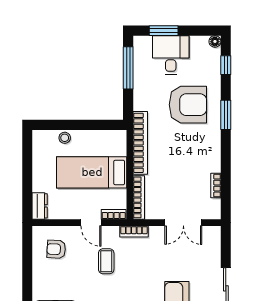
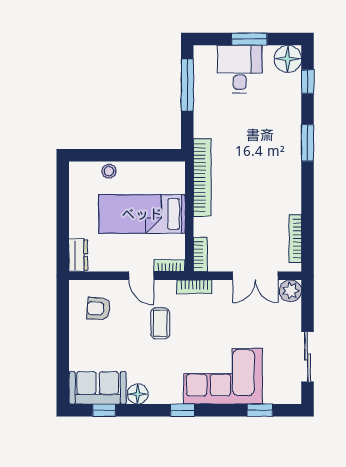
window: (164, 31) -> (249, 39), moved
floor lamp: (215, 41) -> (288, 59), width x1.89, depth x1.89
armchair: (188, 105) -> (261, 130), removed
bookcase: (216, 186) -> (295, 239), width x1.56
bookcase: (139, 197) -> (200, 254), width x0.64
plant: (212, 235) -> (290, 291), added

